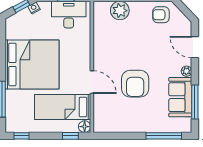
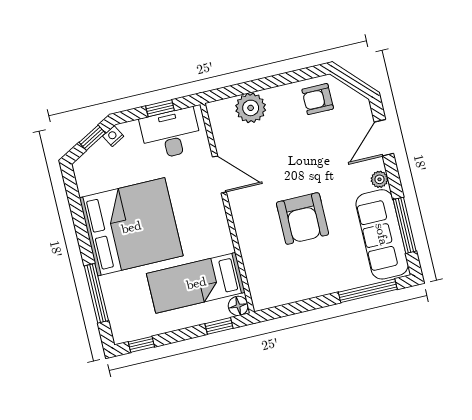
door: (195, 47) -> (384, 138), hinge flipped
door: (92, 82) -> (219, 174), moved
sofa: (180, 97) -> (382, 234), width x1.36

